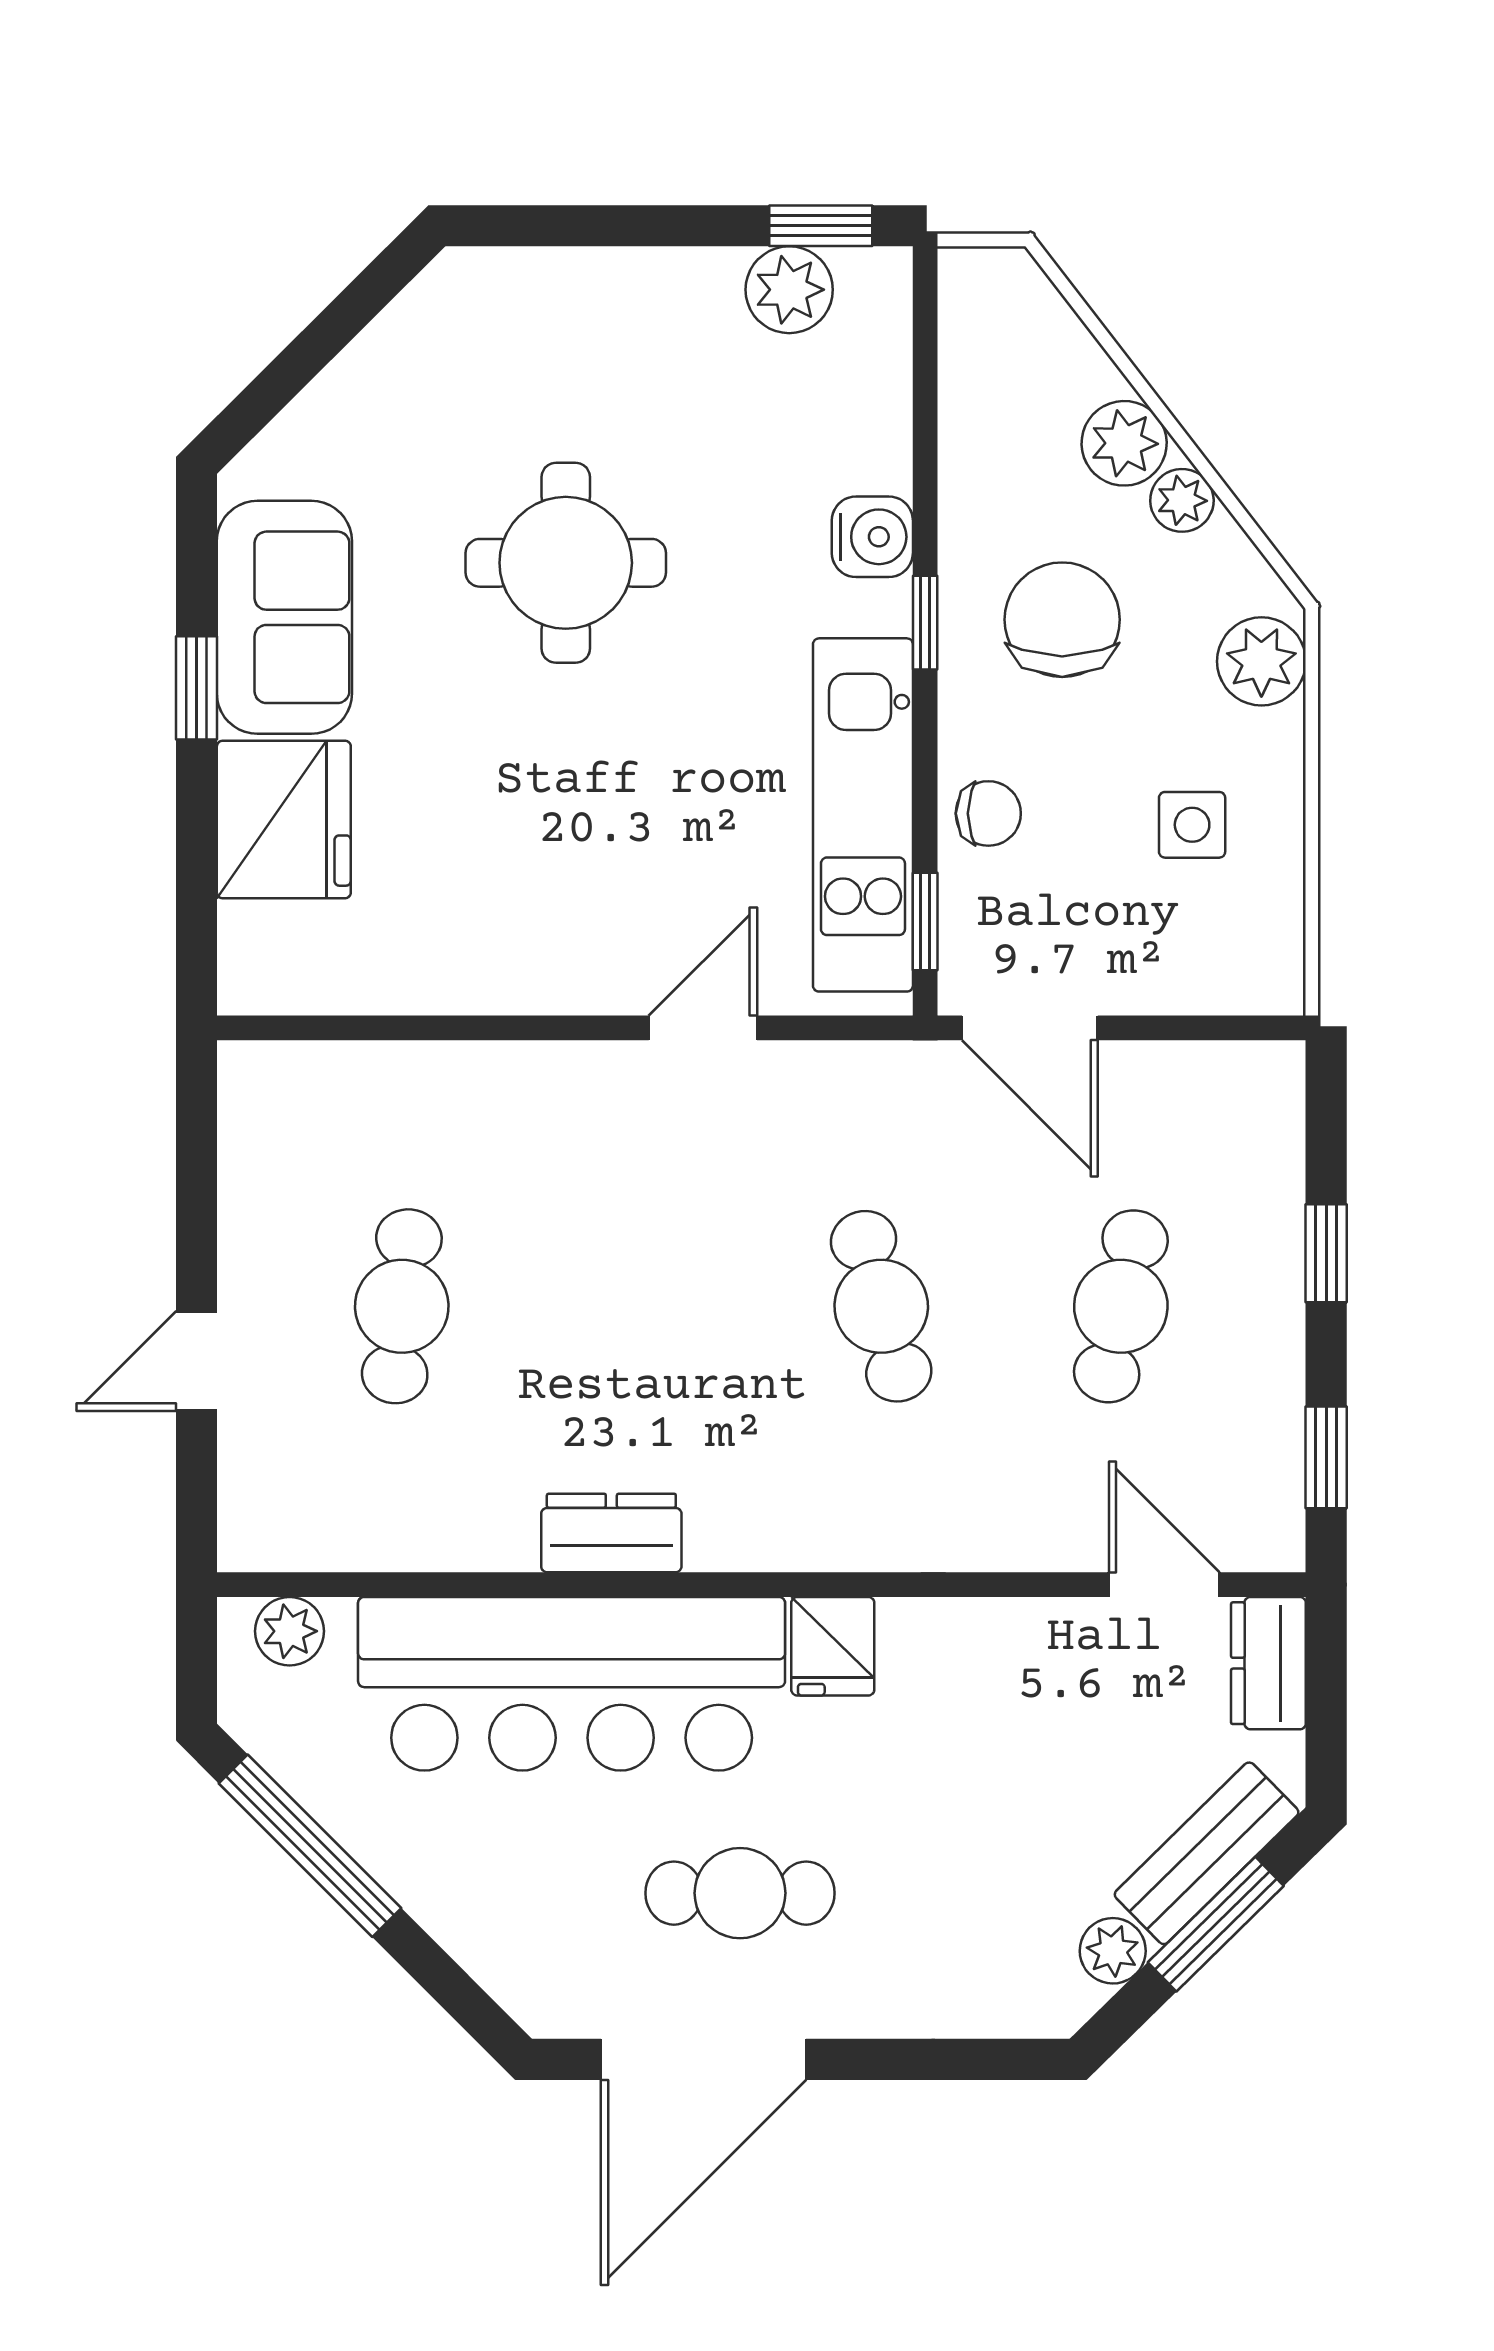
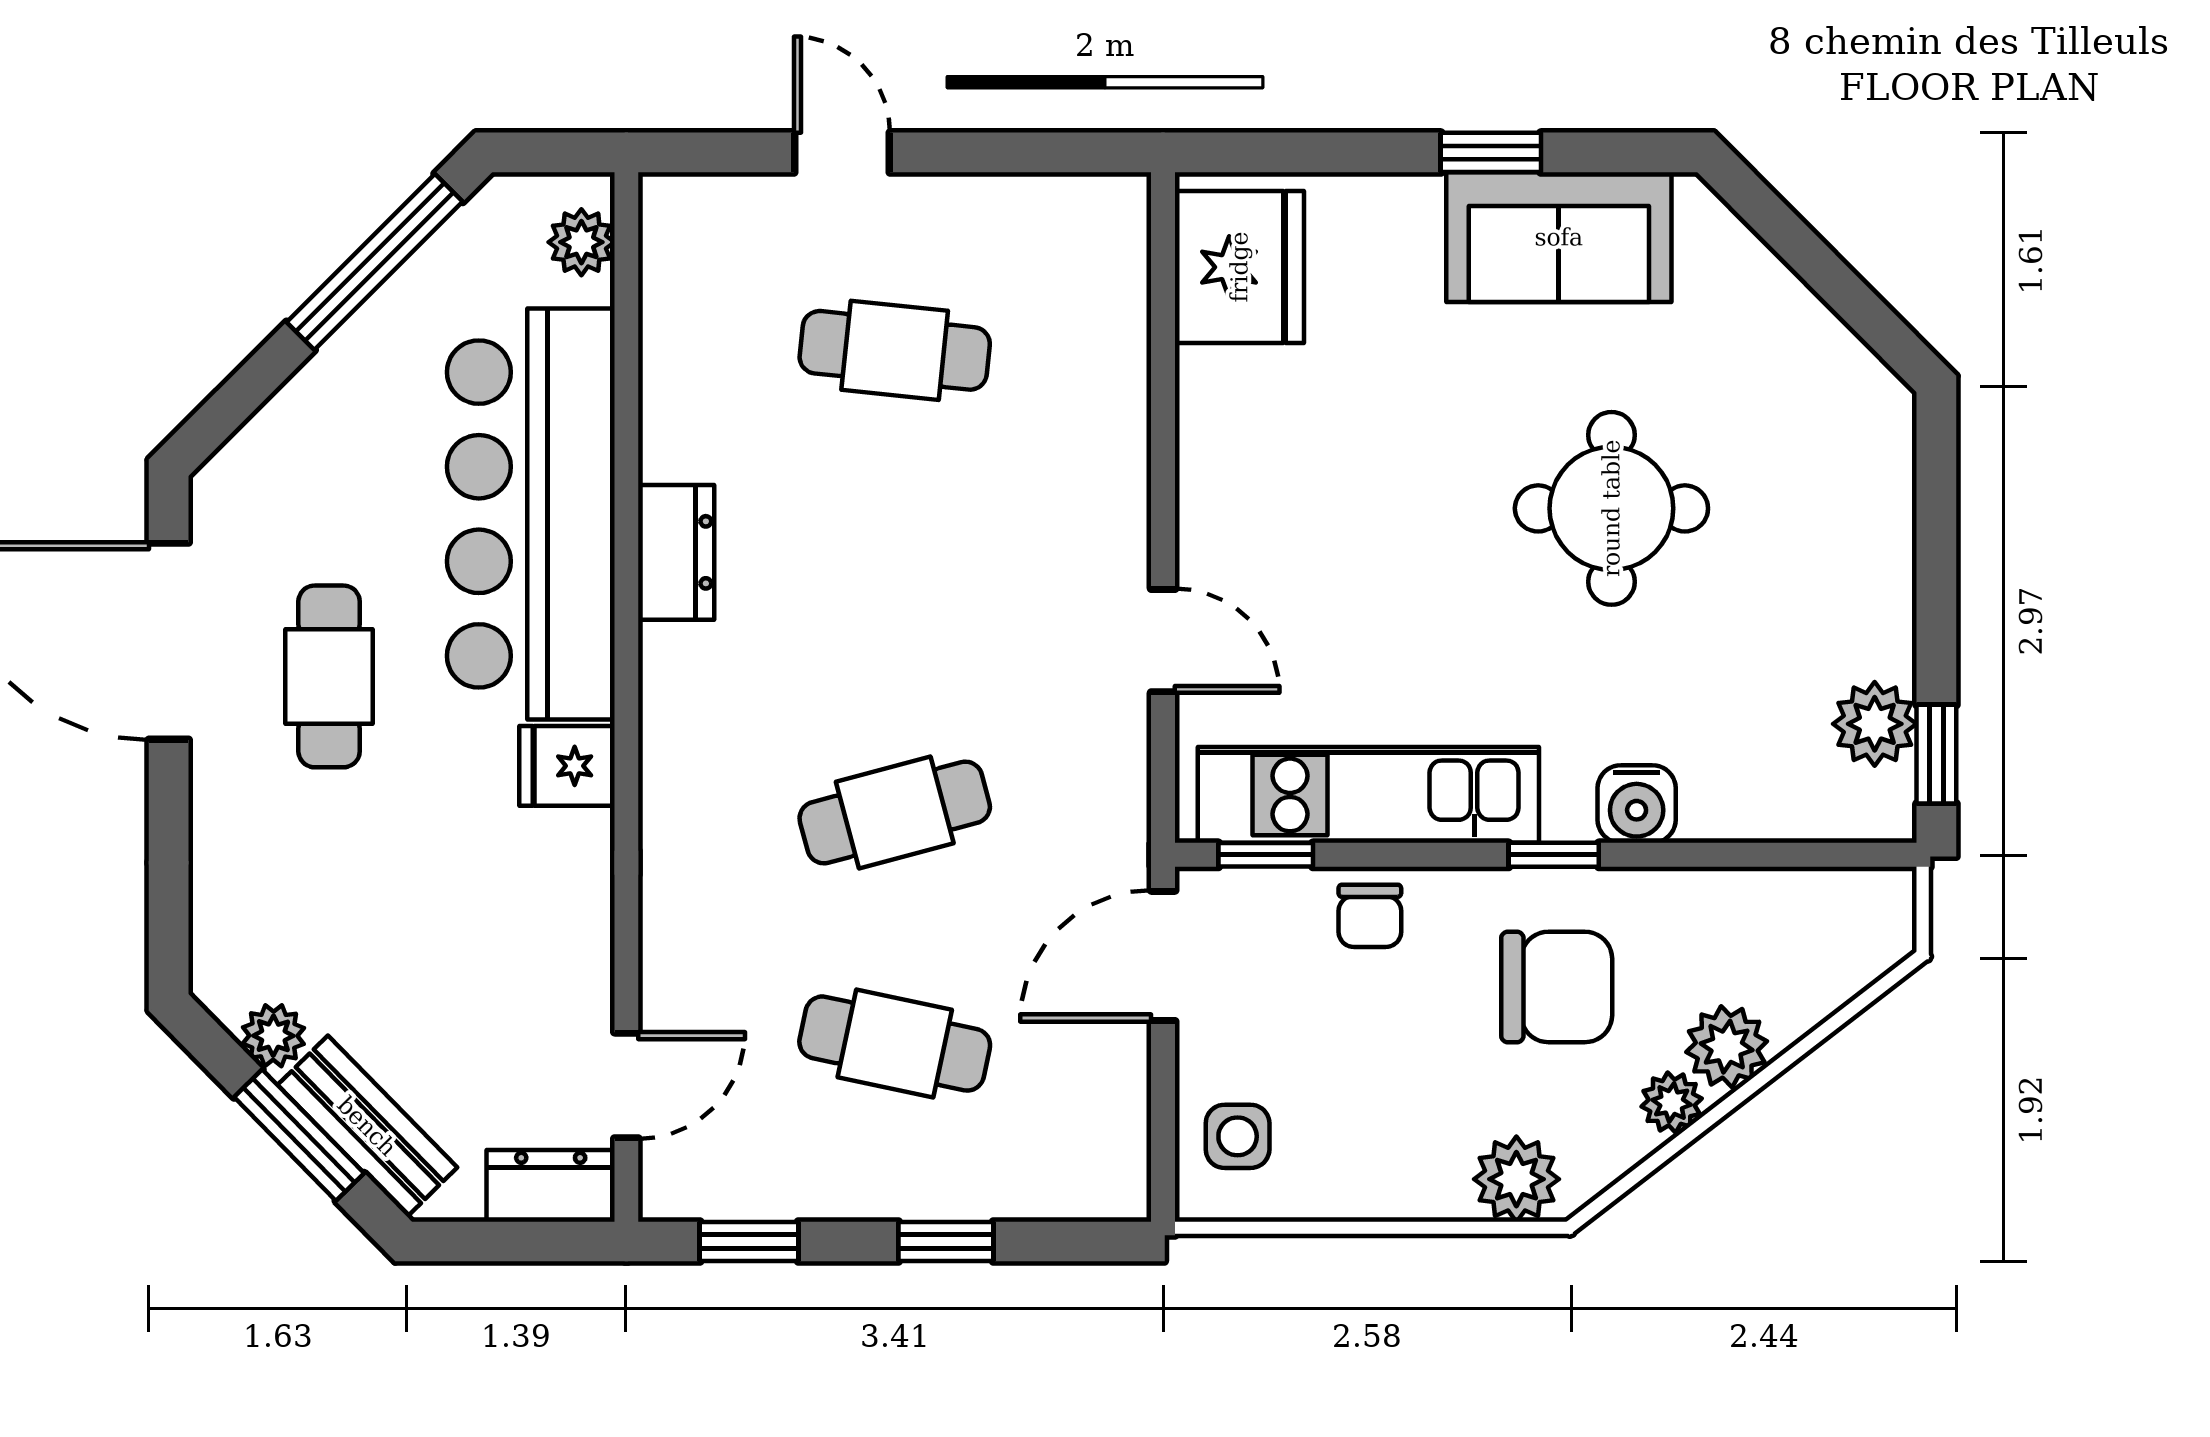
fridge: (284, 819) -> (1239, 267), moved, turned -90
side table: (1192, 825) -> (1238, 1136), moved

